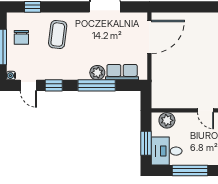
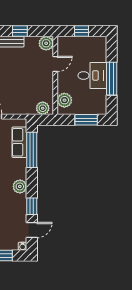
plant: (97, 73) -> (20, 186), moved
window: (97, 85) -> (32, 150), moved
plant: (158, 97) -> (43, 108), added
desk: (167, 151) -> (92, 75), moved, turned -90

